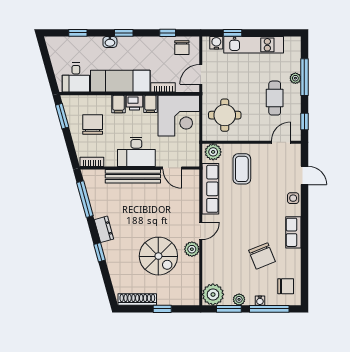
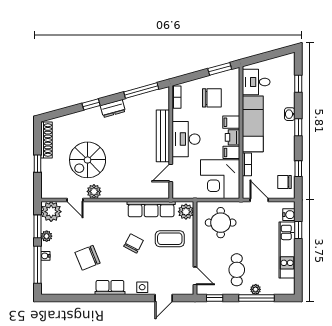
cafe table: (275, 98) -> (237, 270), turned 90
door: (201, 231) -> (75, 200), moved
chair: (286, 286) -> (134, 243), moved, turned -152

